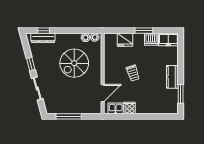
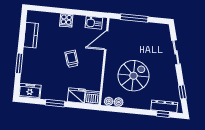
dishwasher: (151, 39) -> (92, 98), moved
window: (31, 64) -> (182, 92), moved
kitchen counter: (172, 77) -> (31, 35), moved
window: (181, 94) -> (19, 63), moved
cooker: (129, 108) -> (66, 20), moved
window: (69, 116) -> (134, 18), moved

